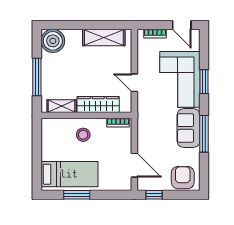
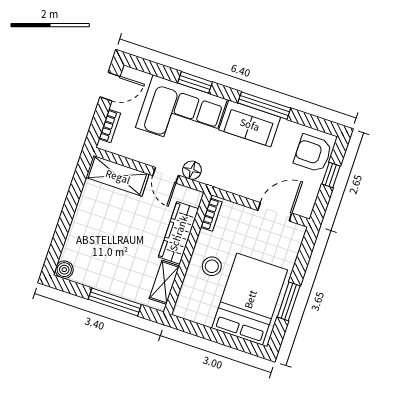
shelving: (104, 38) -> (118, 176), moved, turned 90
boiler: (53, 41) -> (64, 270), width x0.54, depth x0.54
door: (134, 83) -> (166, 175), hinge flipped
floor lamp: (144, 99) -> (192, 170), added
bed: (69, 174) -> (250, 299), width x1.50
window: (154, 195) -> (331, 175), moved

